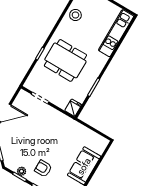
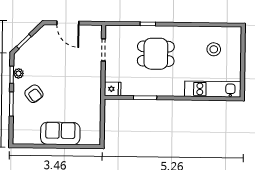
stool: (75, 15) -> (214, 49), moved
dining table: (65, 60) -> (156, 54), width x0.73
armchair: (43, 168) -> (34, 94), turned 143

